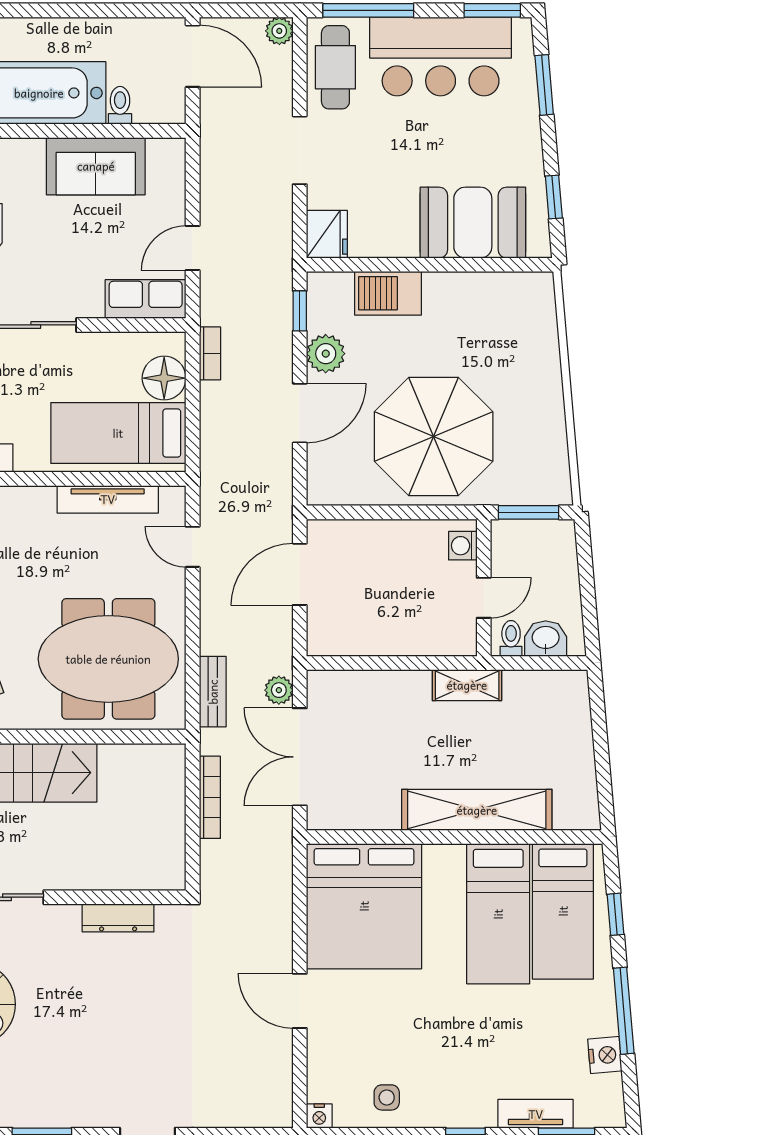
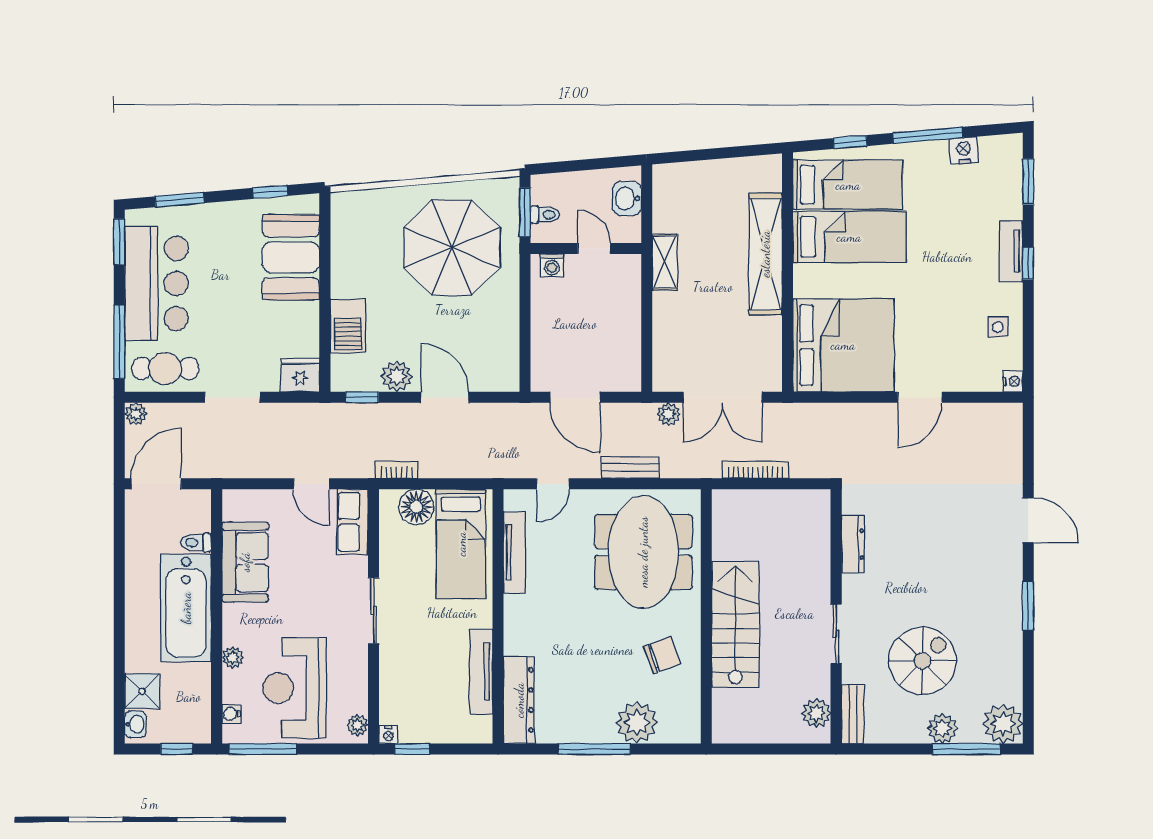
parasol: (434, 436) -> (452, 248), moved
toilet: (511, 638) -> (545, 215), moved, turned 180
bench: (213, 692) -> (630, 468), moved
tv unit: (536, 1114) -> (1011, 251), moved

